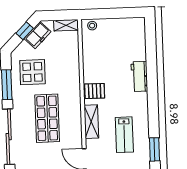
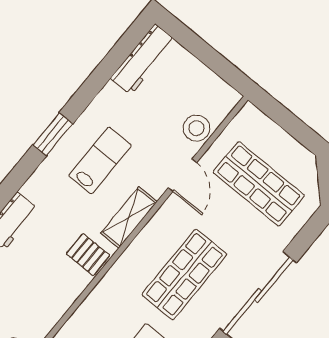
window: (154, 149) -> (53, 134), moved

